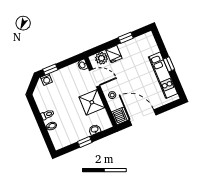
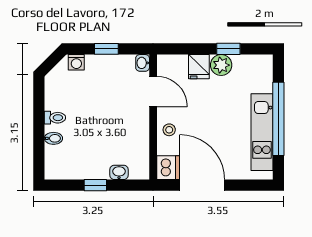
plant: (101, 58) -> (221, 65), moved
window: (169, 64) -> (278, 119), width x3.17
window: (50, 69) -> (106, 49), moved
shower: (92, 102) -> (133, 128), removed

